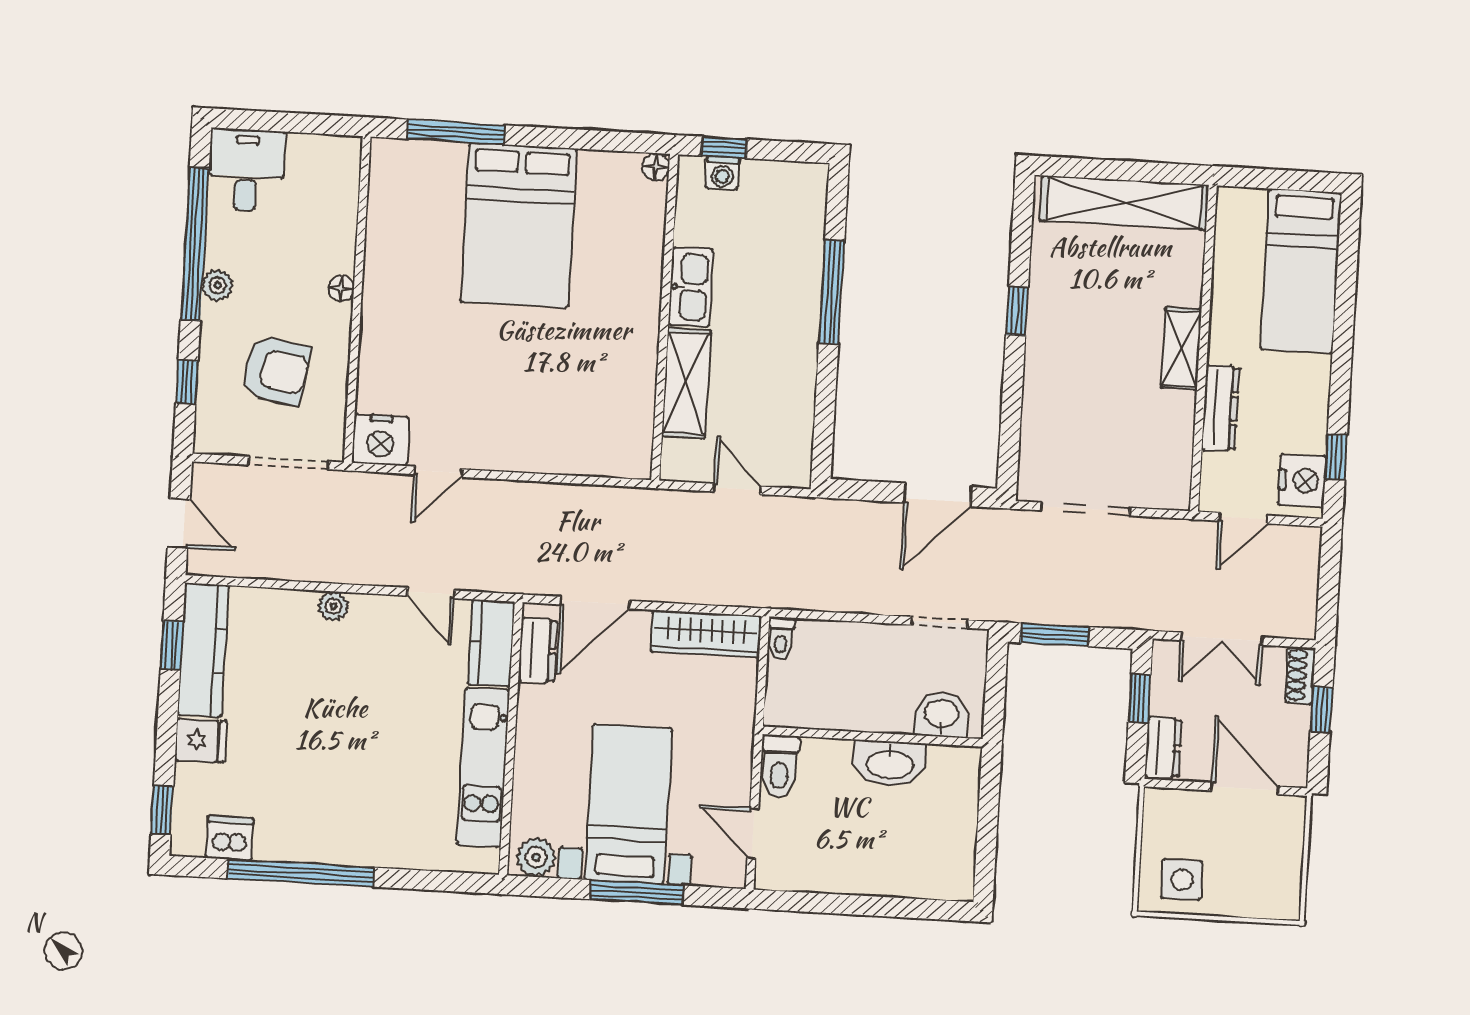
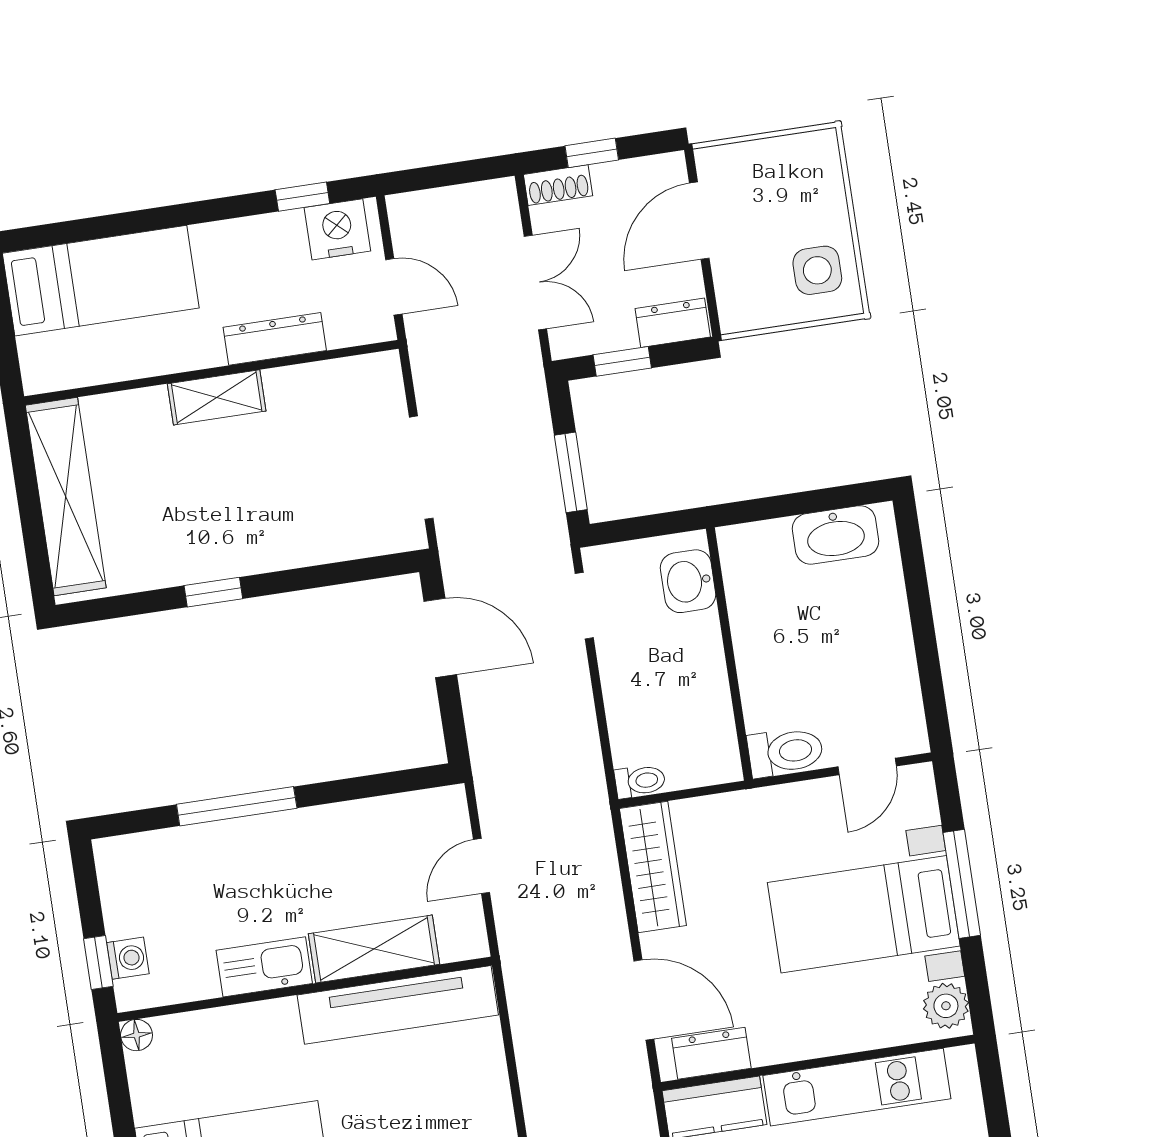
tv unit: (635, 393) -> (398, 1005), added
washbasin: (890, 764) -> (835, 535), moved, turned 90

